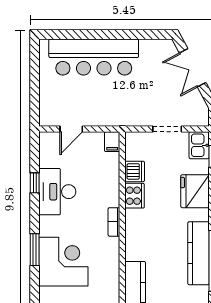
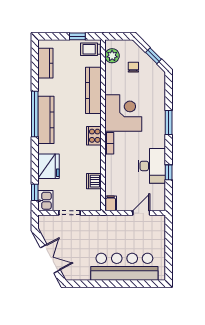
cooker: (135, 196) -> (94, 136), moved
corner desk: (63, 262) -> (123, 113), moved, turned 180

